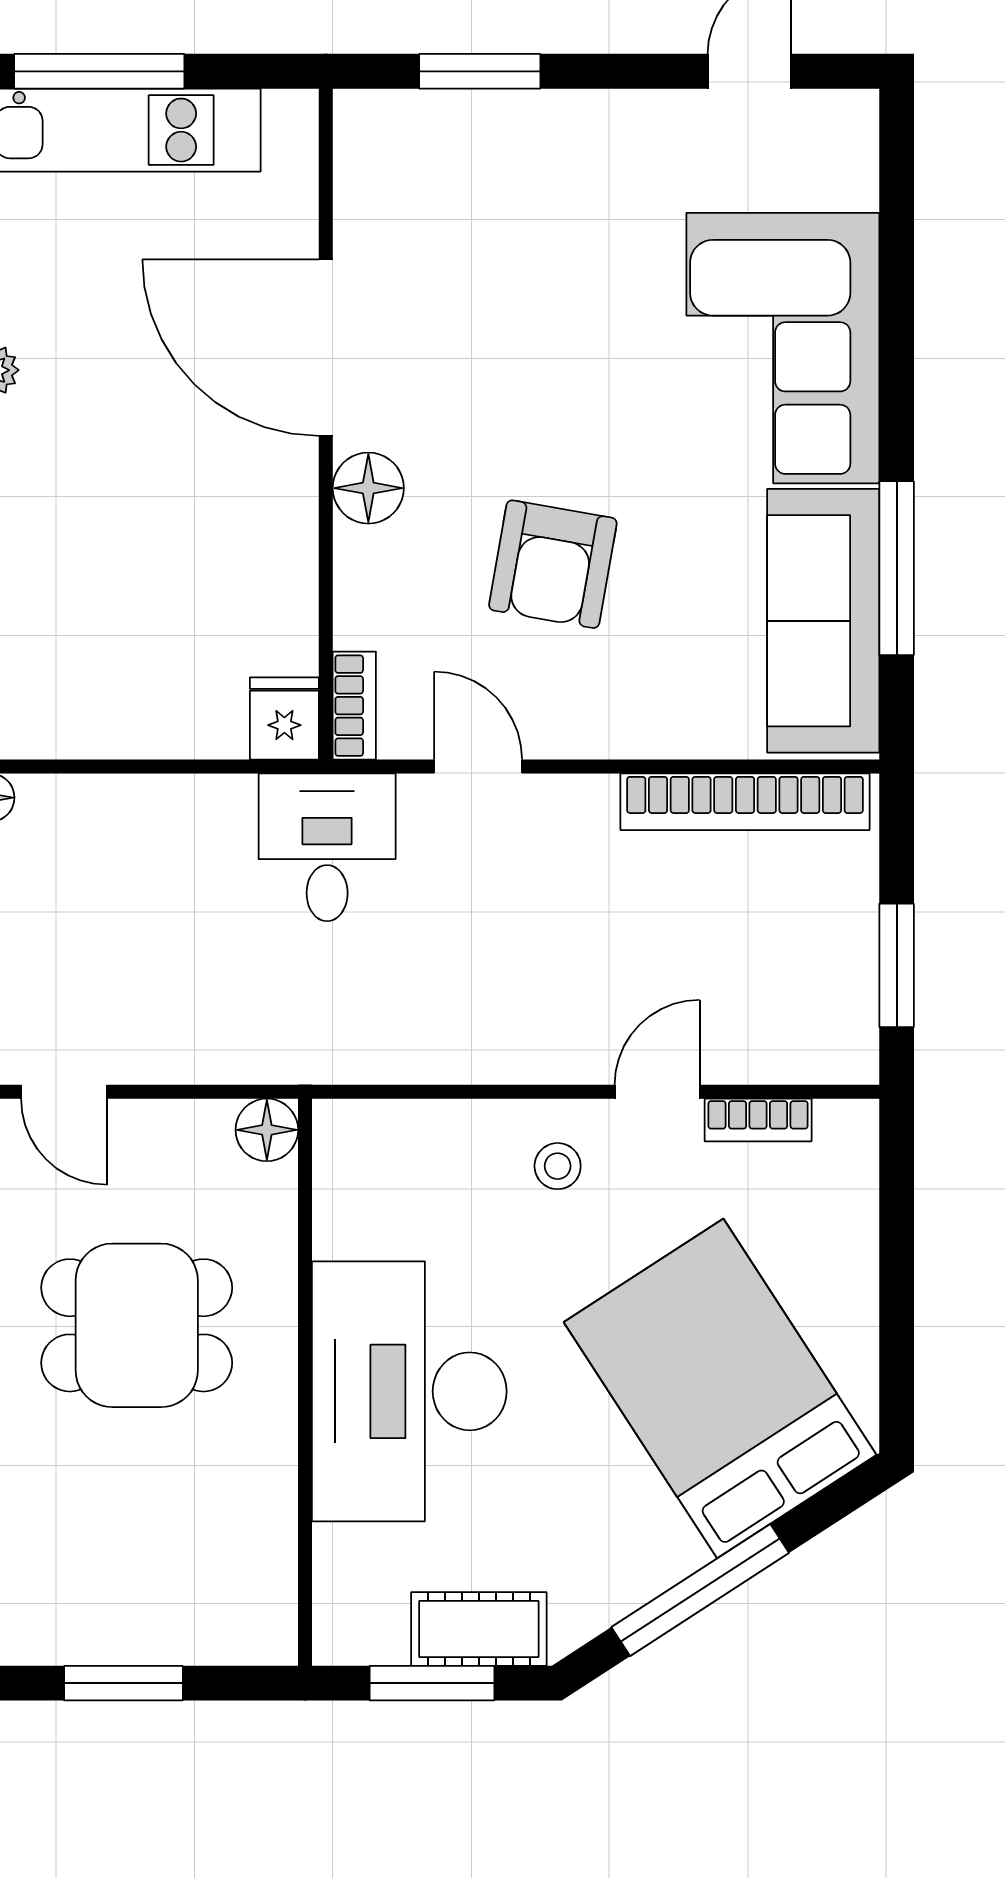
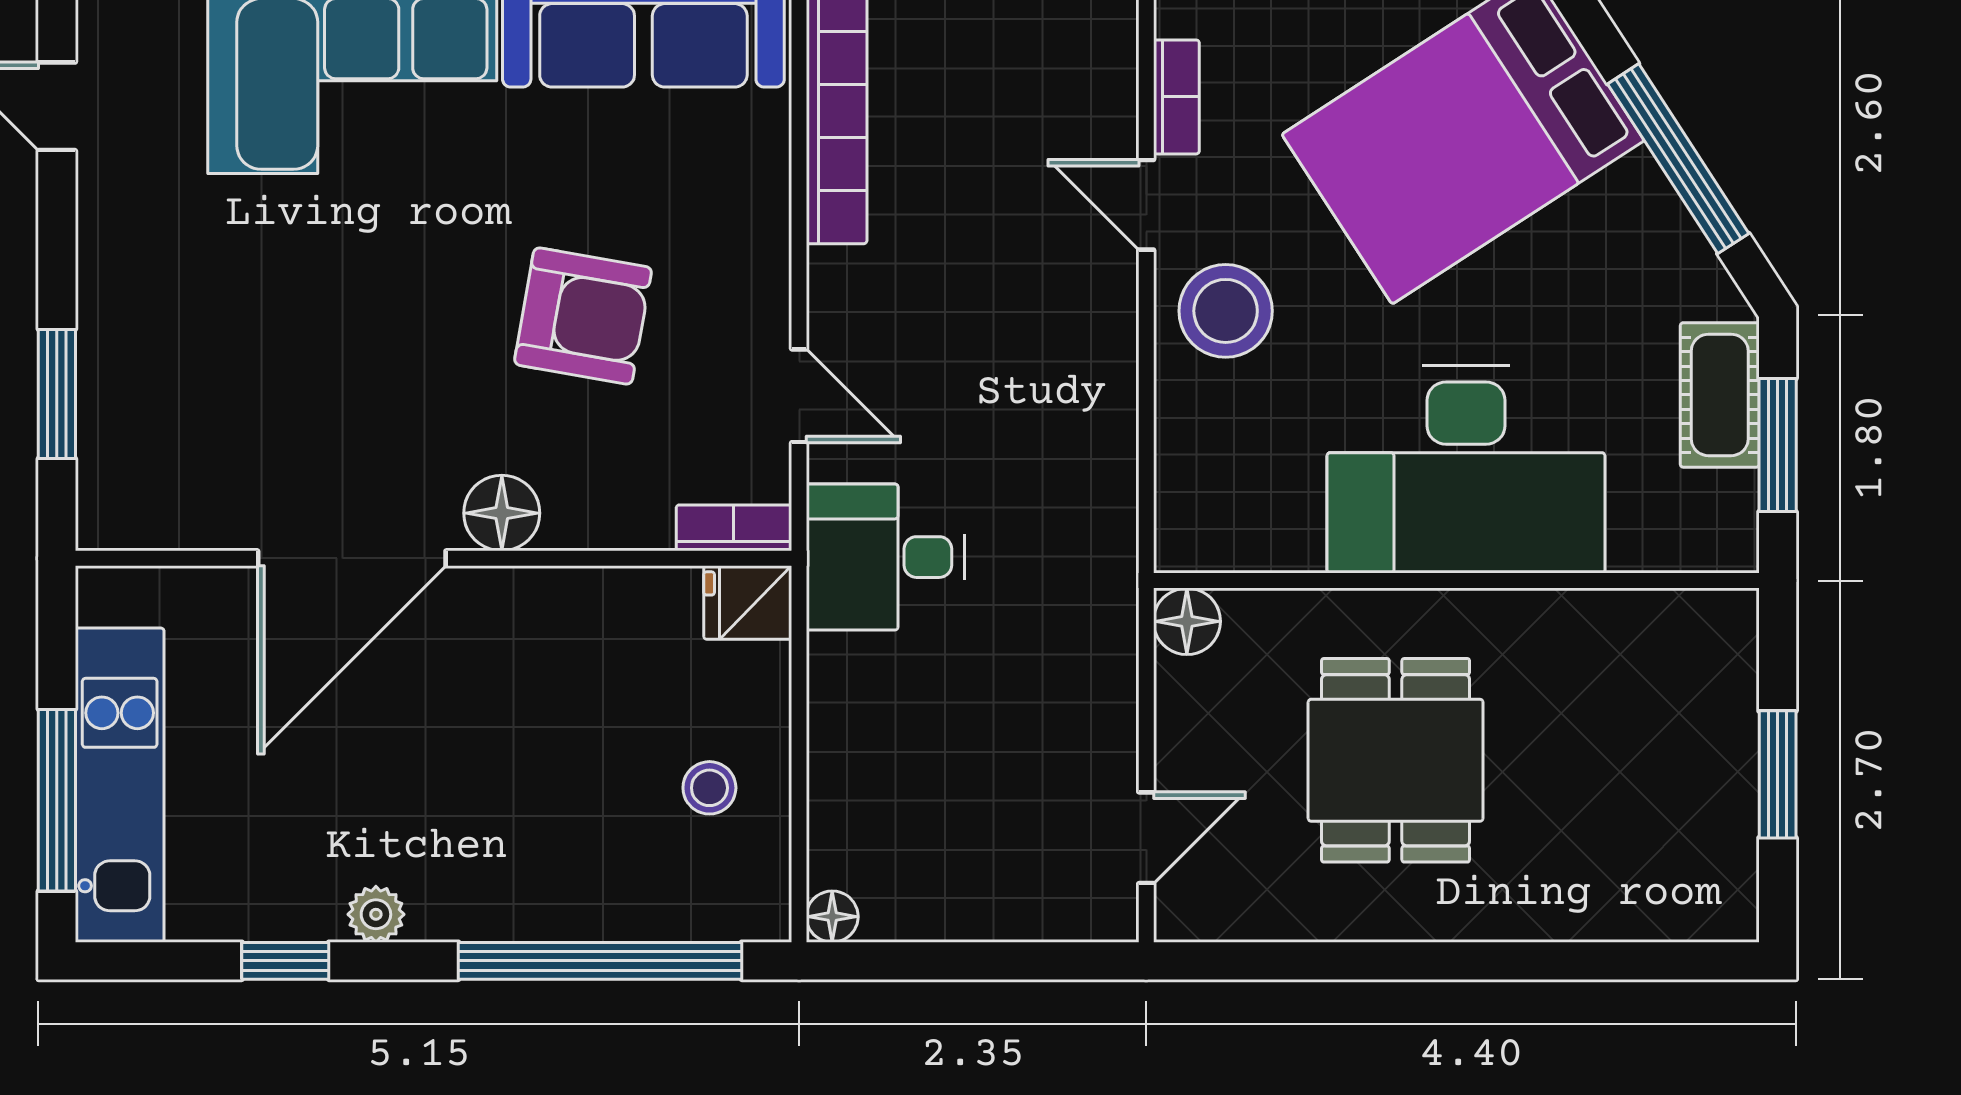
stool: (111, 683) -> (709, 788), added
door: (478, 767) -> (799, 396), swing flipped
stool: (558, 1166) -> (1226, 311), width x1.89, depth x1.89

